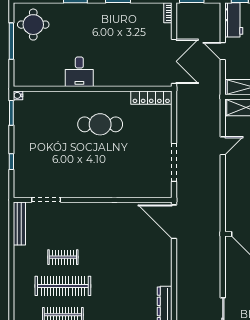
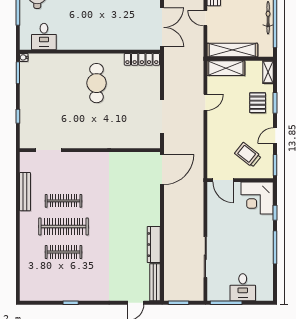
desk: (79, 72) -> (44, 36), moved
cafe table: (100, 124) -> (97, 83), turned 90
door: (174, 222) -> (162, 169), swing flipped
bench: (19, 224) -> (25, 192), moved
clothes rail: (63, 257) -> (63, 201), width x1.36

